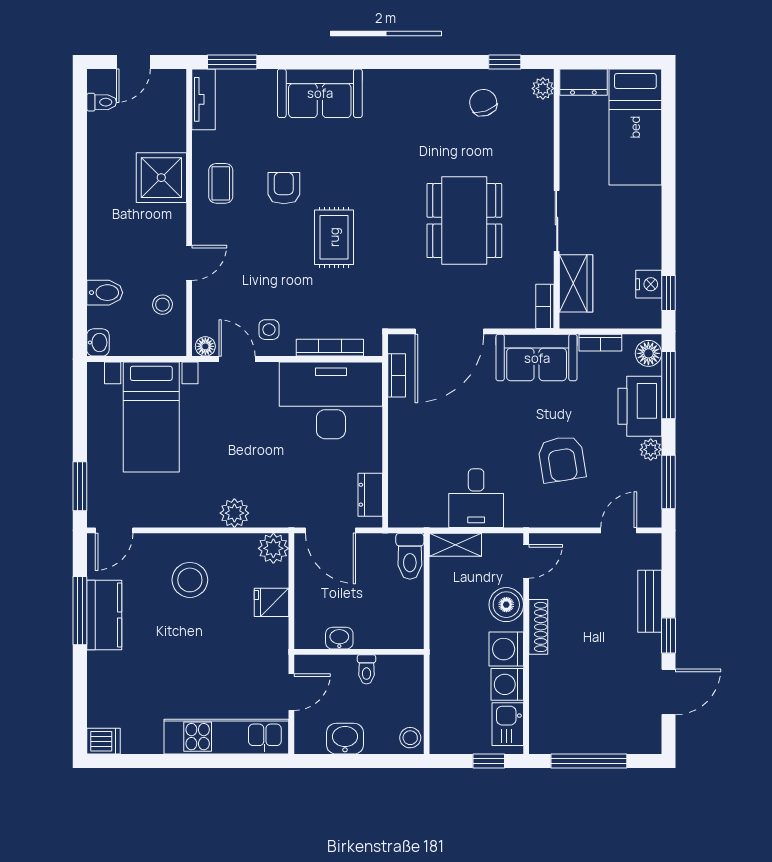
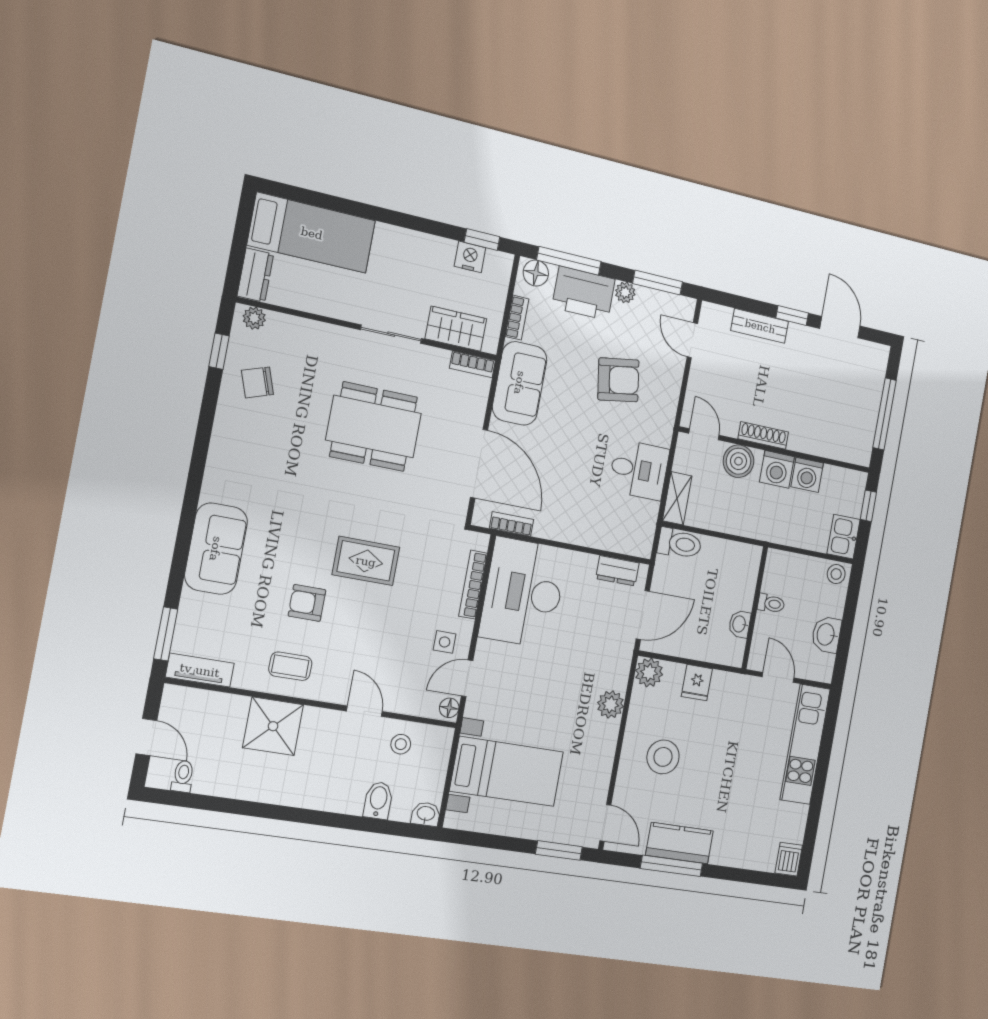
kitchen sink: (508, 724) -> (844, 537), moved, turned 90

